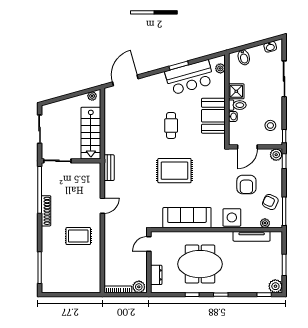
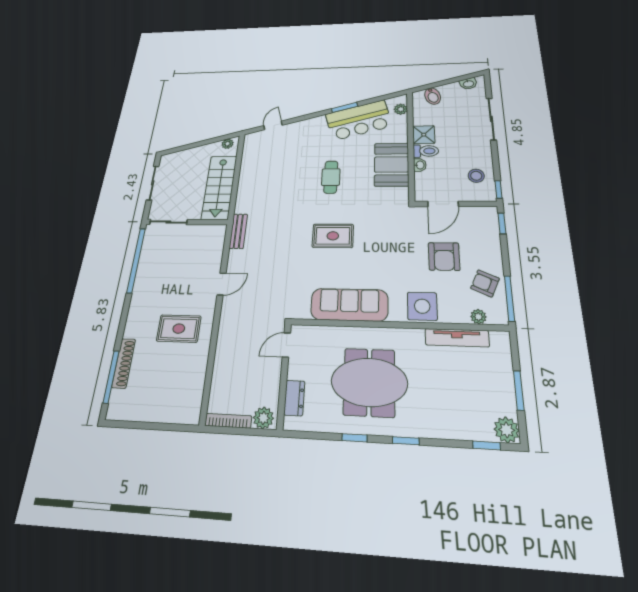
door: (125, 80) -> (273, 125), width x0.53
plant: (276, 155) -> (489, 214), removed
rug: (174, 171) -> (333, 236), width x0.73, depth x0.70
shoe rack: (46, 211) -> (124, 363), moved

